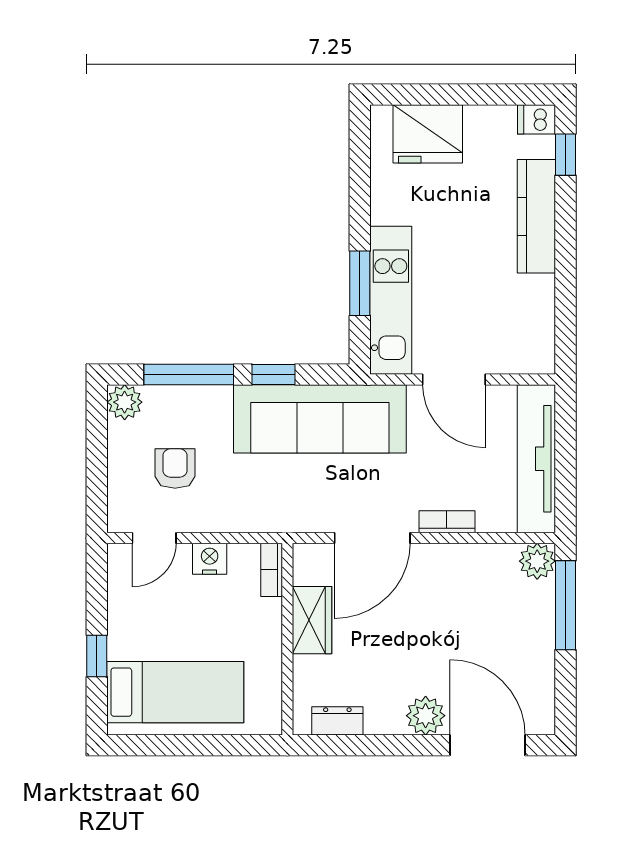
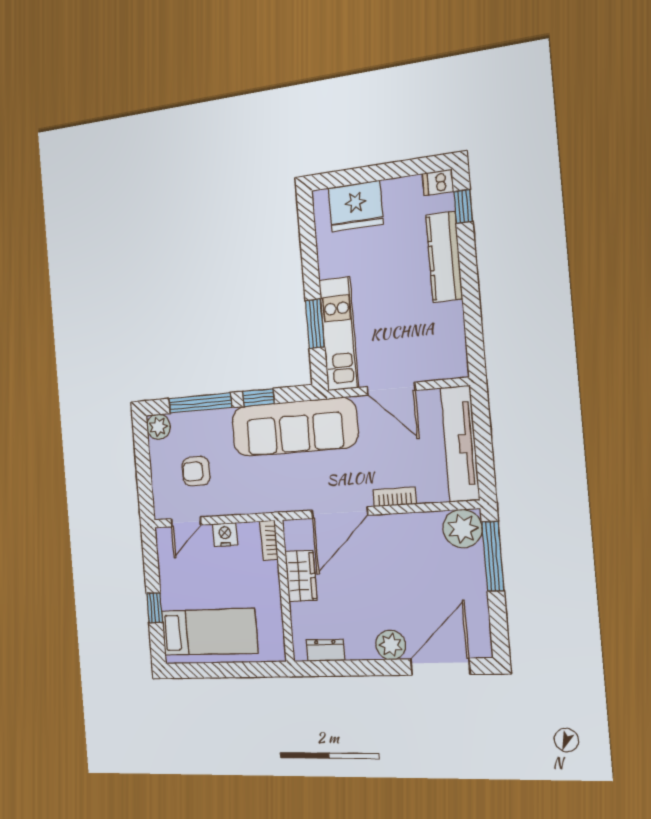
armchair: (175, 469) -> (196, 471), turned -90
plant: (537, 561) -> (463, 528), width x1.36, depth x1.36
door: (487, 745) -> (440, 667), hinge flipped

